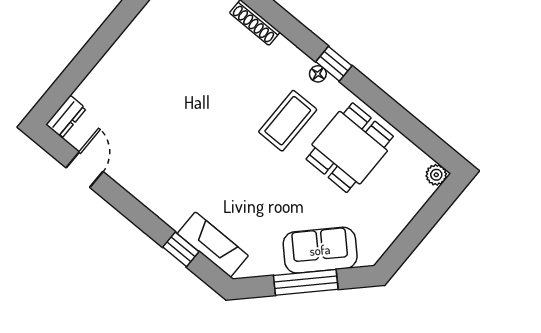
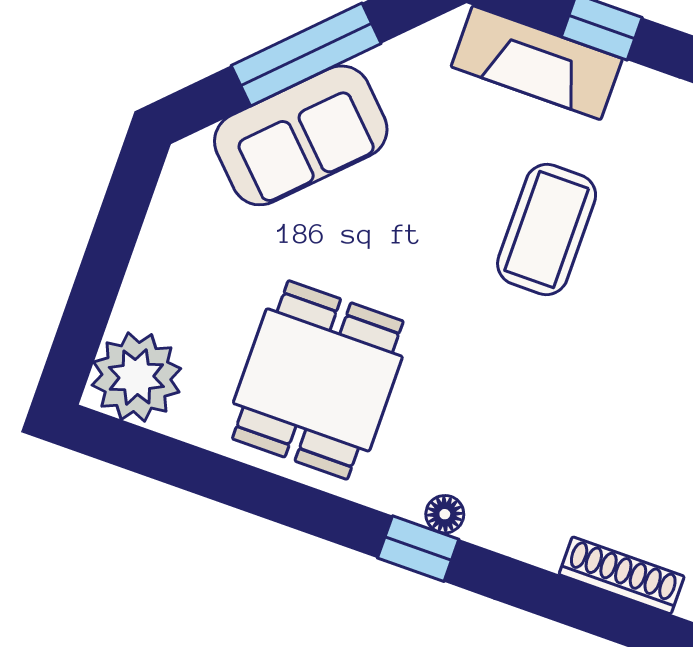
coffee table: (288, 121) -> (547, 229), moved
plant: (436, 175) -> (136, 377), width x1.88, depth x1.88

